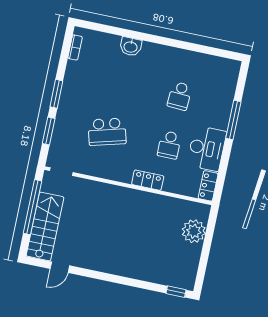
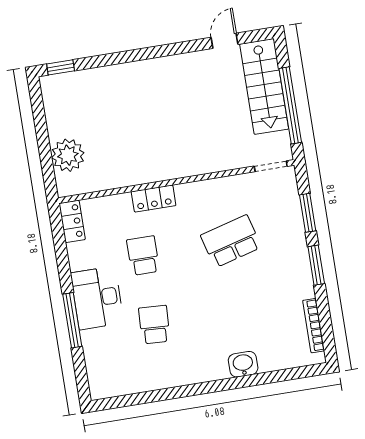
bookcase: (75, 47) -> (314, 326), width x1.56
desk: (207, 148) -> (97, 298), moved

